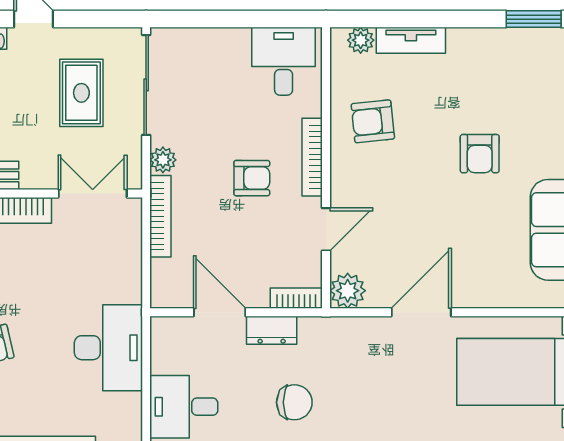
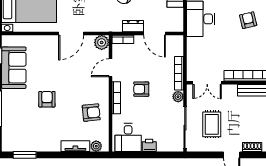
printer: (233, 42) -> (149, 145), added

